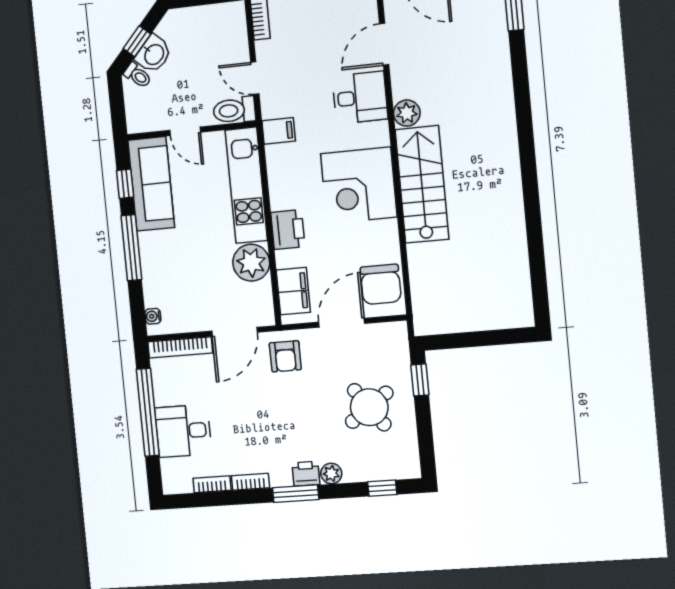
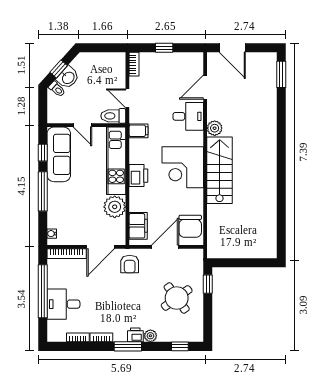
printer: (288, 230) -> (138, 176), moved

